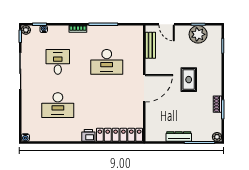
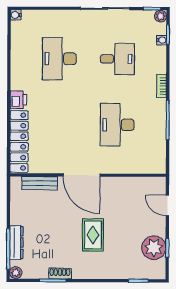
door: (167, 24) -> (167, 205), hinge flipped
bench: (150, 45) -> (40, 183), moved
rug: (189, 80) -> (93, 235), turned 90
dresser: (179, 136) -> (16, 243), moved

